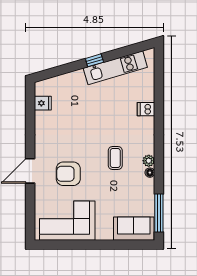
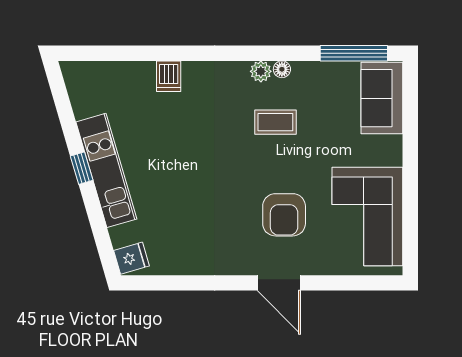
kitchen unit: (115, 68) -> (106, 170), moved
fridge: (43, 103) -> (131, 258), moved, turned 74
coffee table: (115, 158) -> (275, 122), moved

